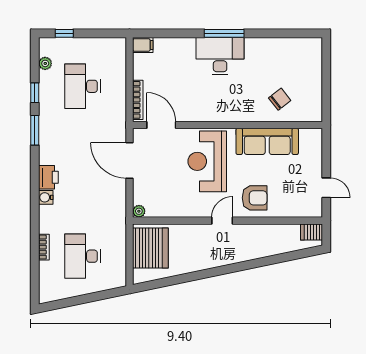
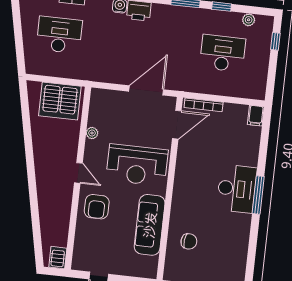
chair: (280, 99) -> (189, 241), turned -46
reception desk: (207, 161) -> (137, 165), turned 180
plant: (139, 211) -> (92, 133), moved

